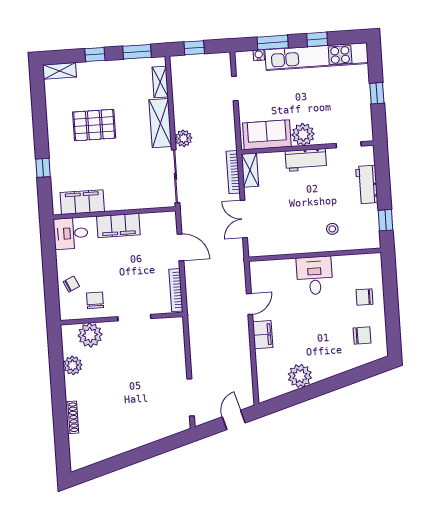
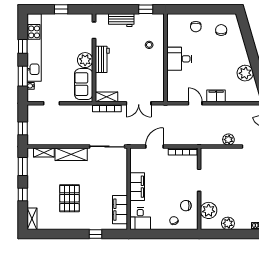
plant: (183, 138) -> (228, 140), moved

